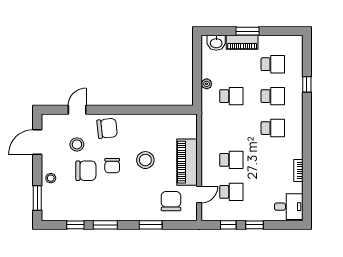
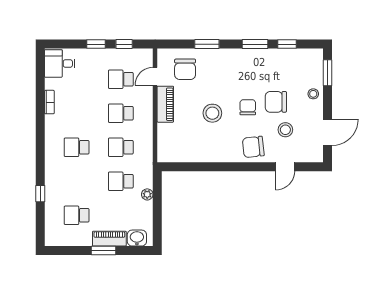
school desk: (273, 96) -> (121, 147), moved
piano: (187, 162) -> (165, 104), width x0.73, depth x0.75

